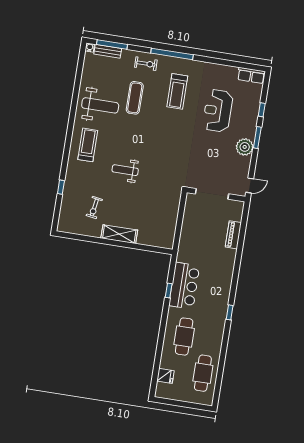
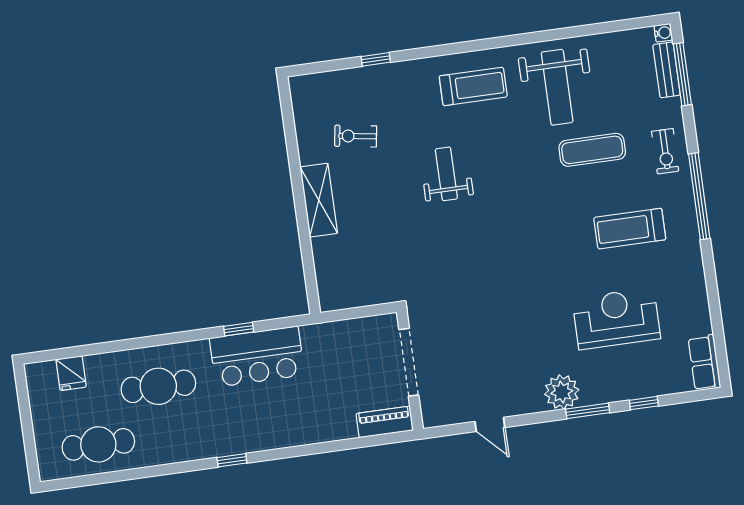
doorway: (212, 194) -> (409, 362), moved
wall: (216, 195) -> (410, 370), moved

